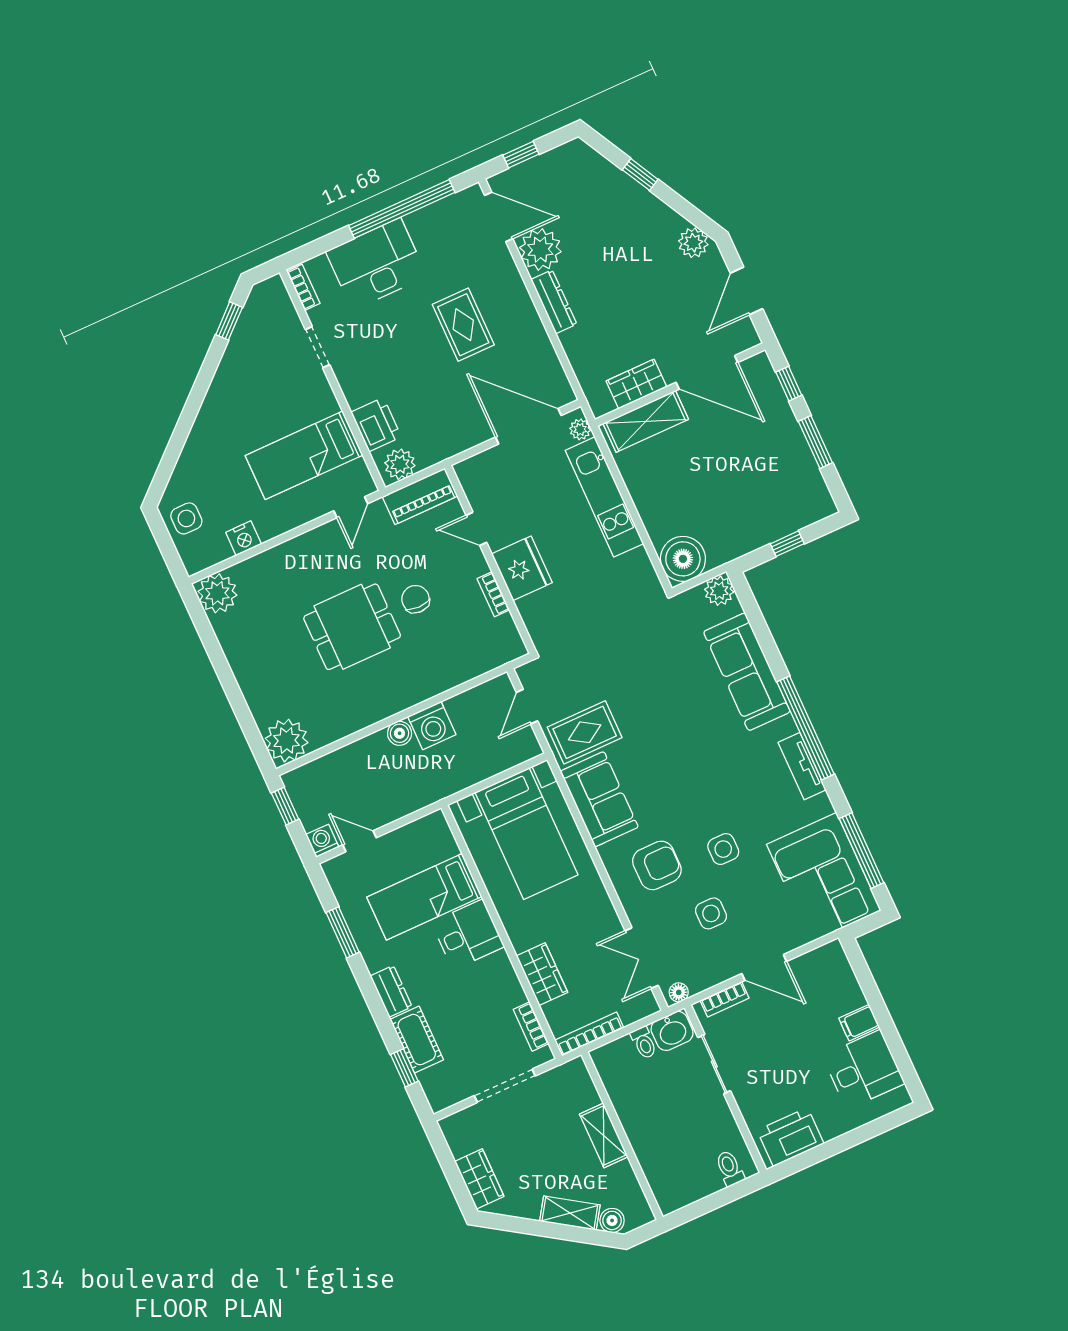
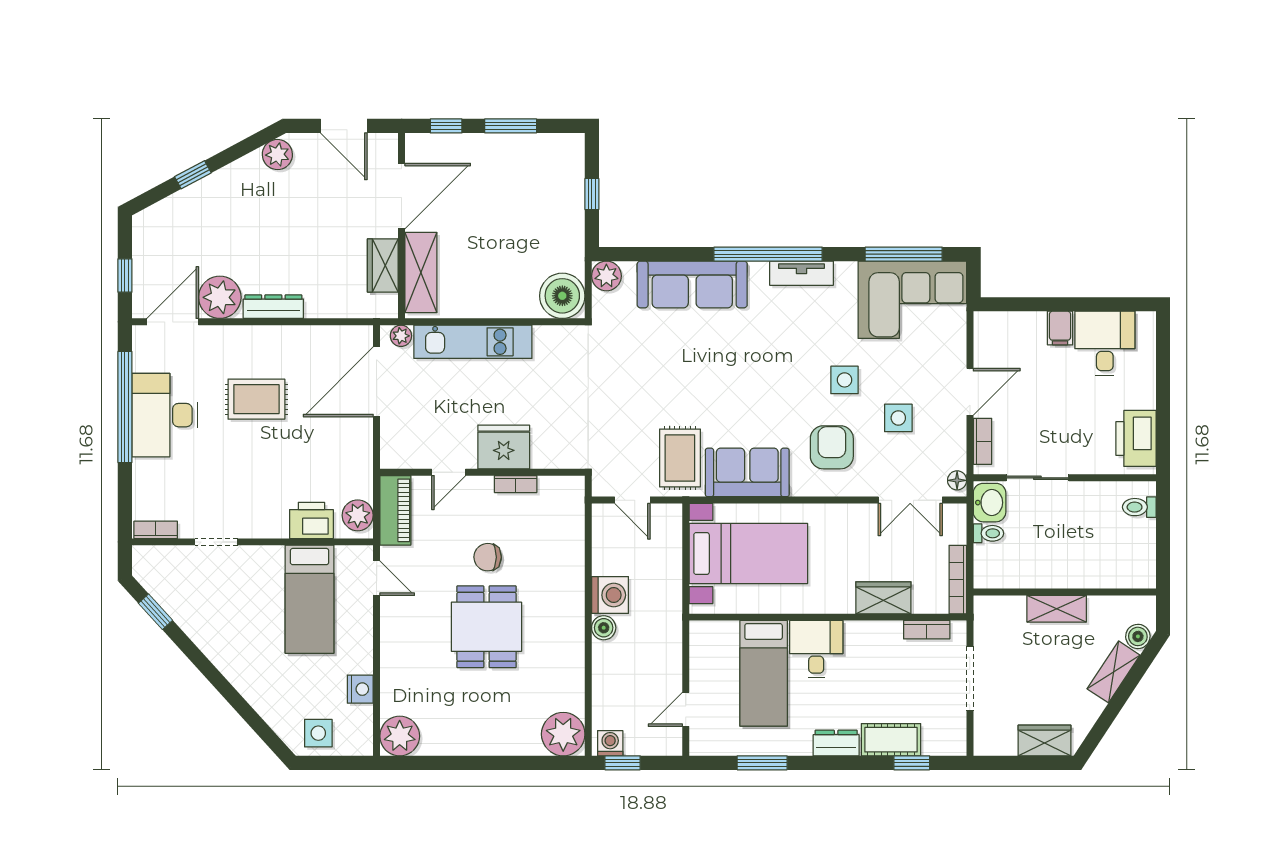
desk: (376, 264) -> (165, 415), moved
washing machine: (322, 841) -> (610, 743), moved, turned 90

